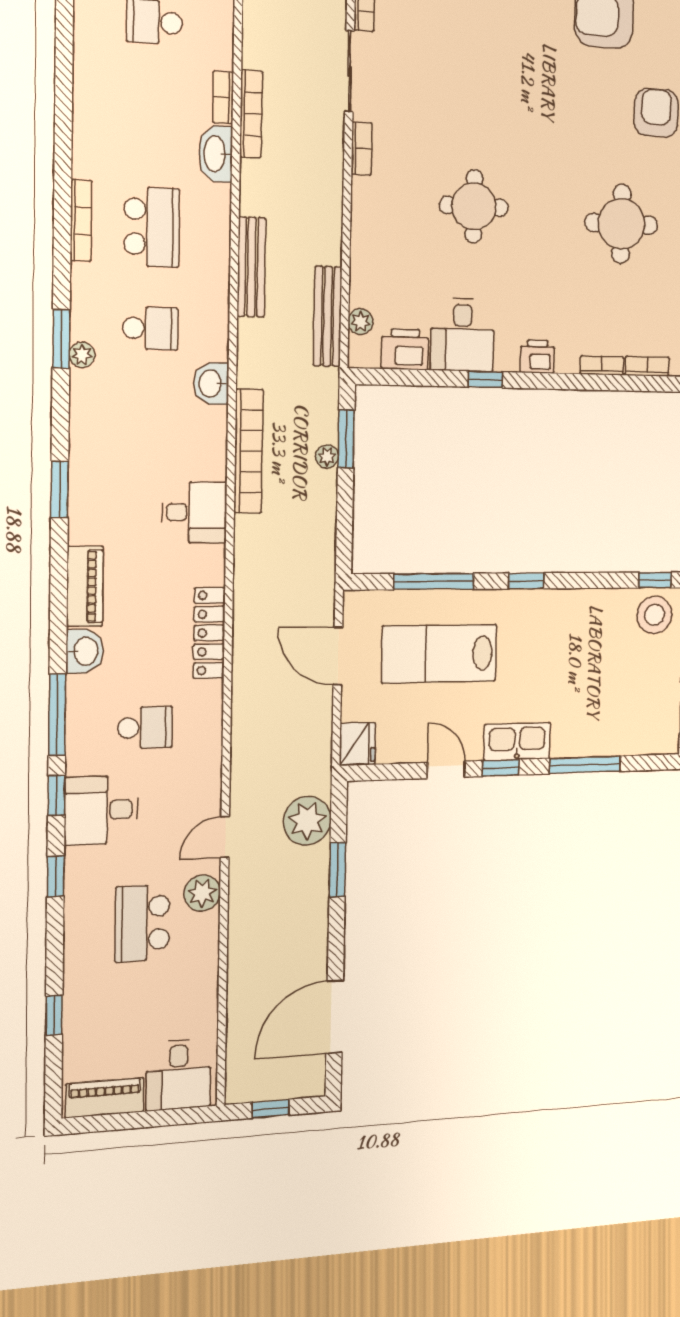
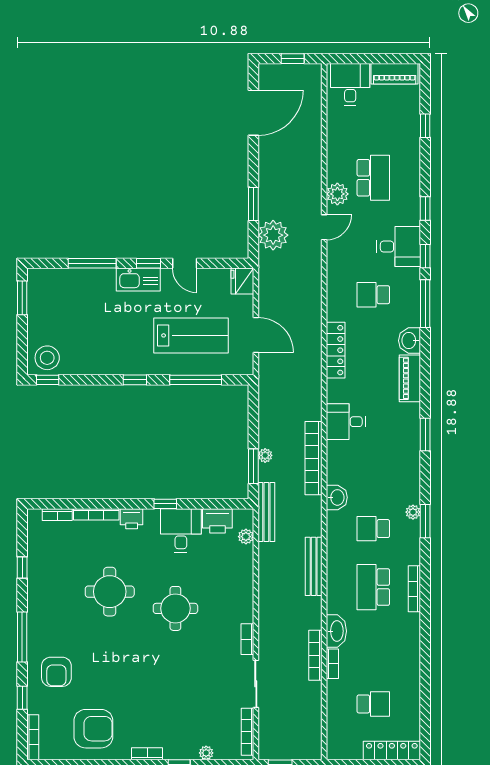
round table: (621, 224) -> (110, 592), moved
bench: (328, 316) -> (266, 512), moved
bookcase: (602, 365) -> (96, 514), width x1.56

